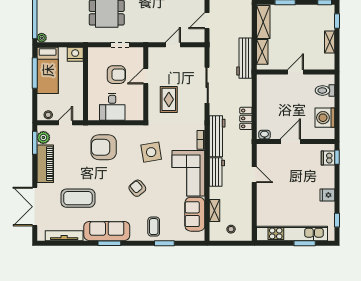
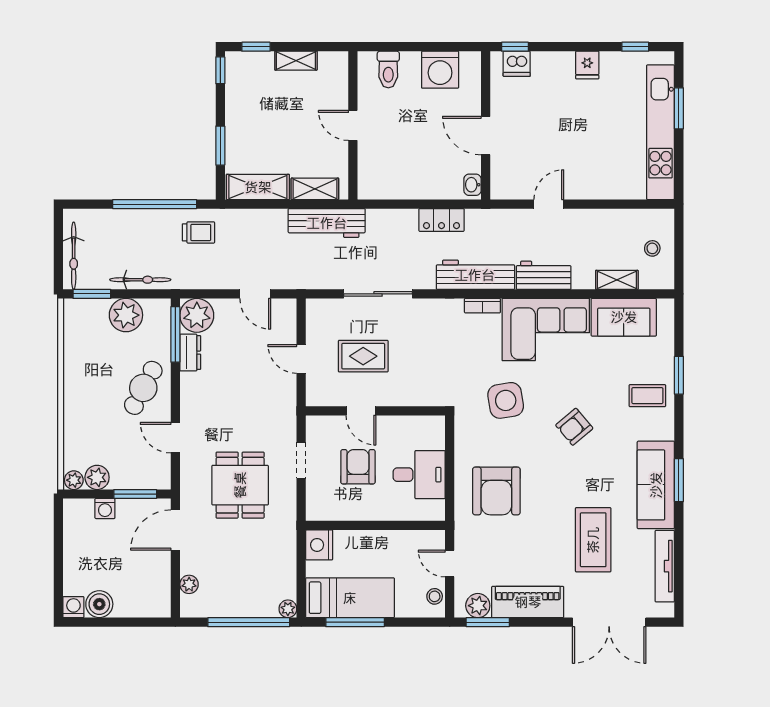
rug: (169, 99) -> (363, 356), moved

